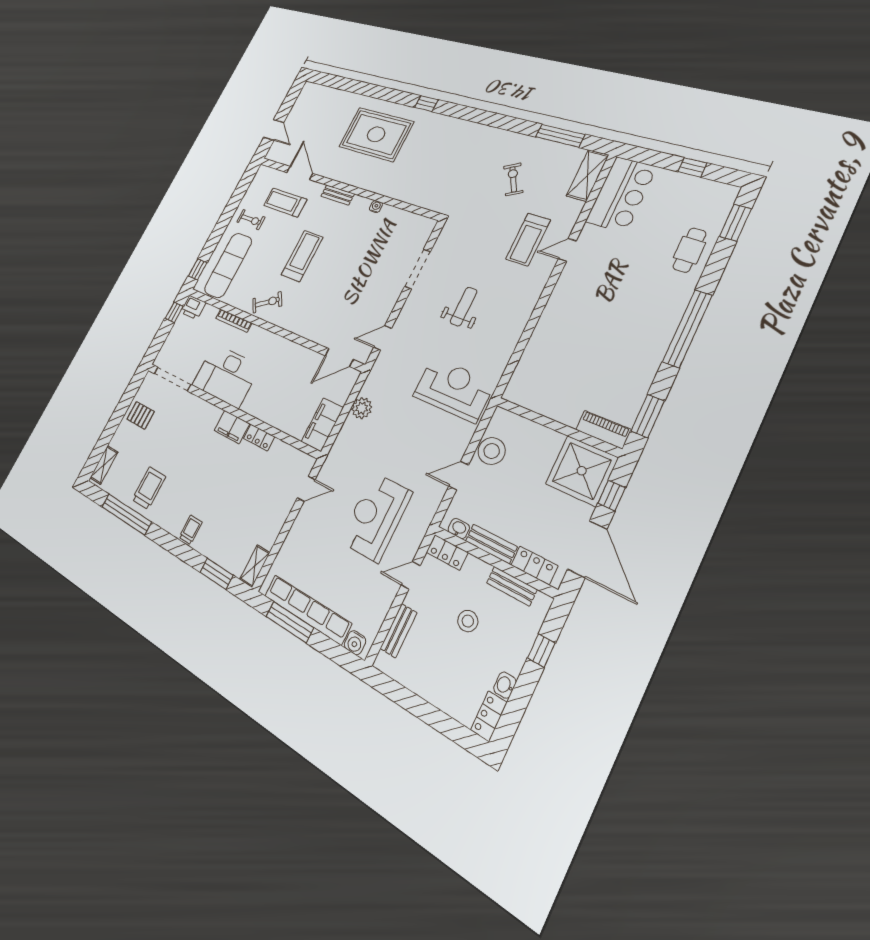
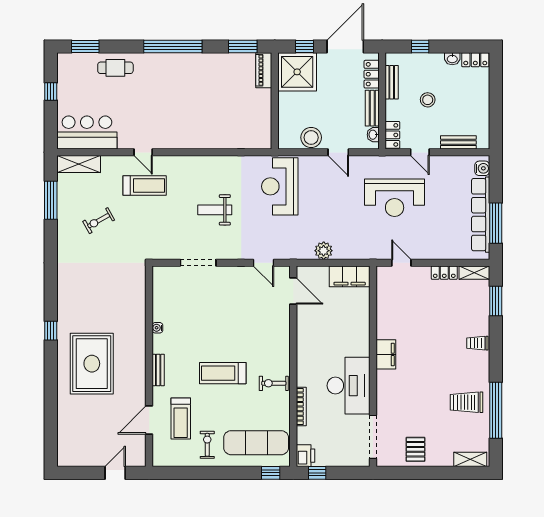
exercise bike: (267, 302) -> (274, 383), turned -56
locker: (259, 437) -> (444, 273), moved, turned 90

